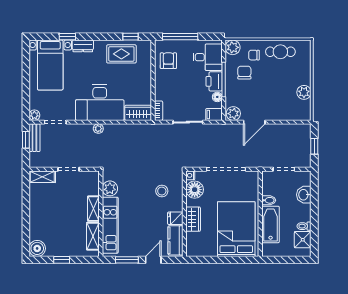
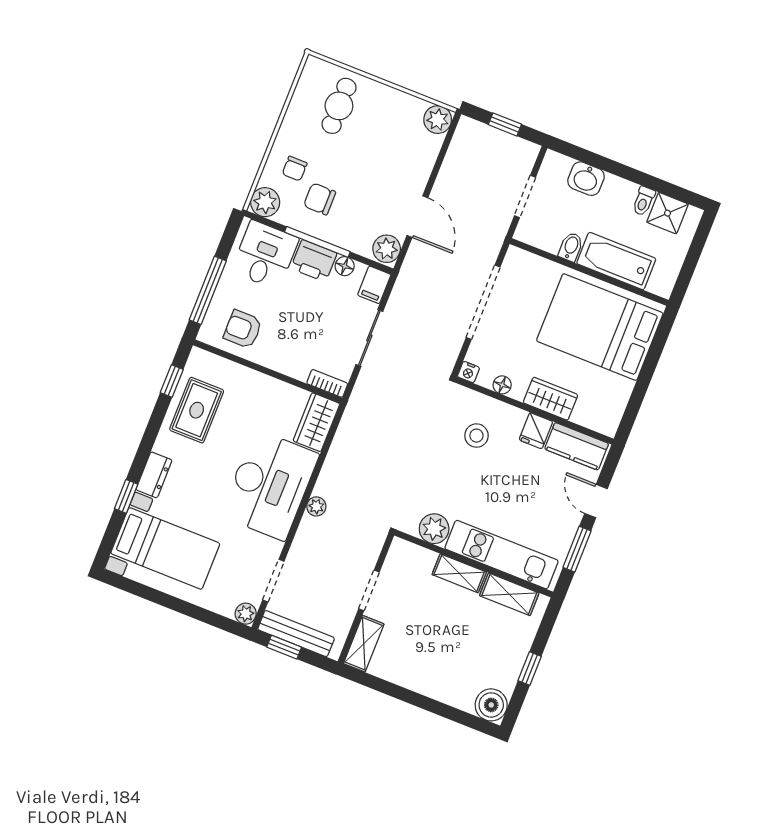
cafe table: (280, 52) -> (339, 106), moved
plant: (304, 92) -> (438, 120), moved
bench: (34, 138) -> (296, 634), width x1.36
floor lamp: (195, 190) -> (502, 385), width x0.53, depth x0.53

